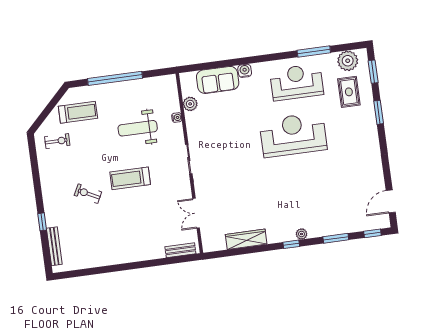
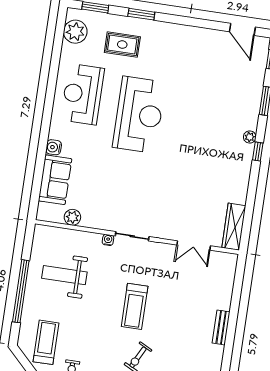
window: (314, 52) -> (55, 66), removed
rug: (349, 92) -> (122, 45), moved
water cooler: (177, 118) -> (108, 240), moved
weight bench: (138, 128) -> (64, 275), moved, turned 90
reception desk: (293, 135) -> (139, 115), turned 180
wardrobe: (246, 239) -> (234, 227), moved
bench: (180, 250) -> (221, 327), moved

